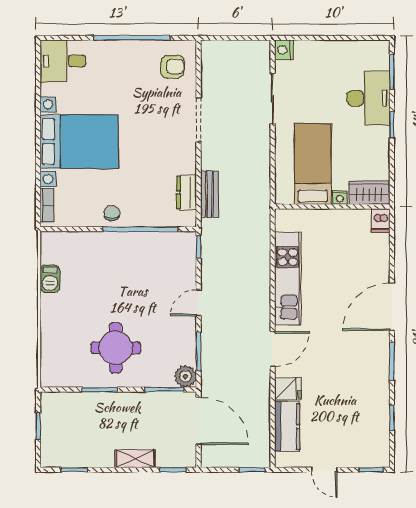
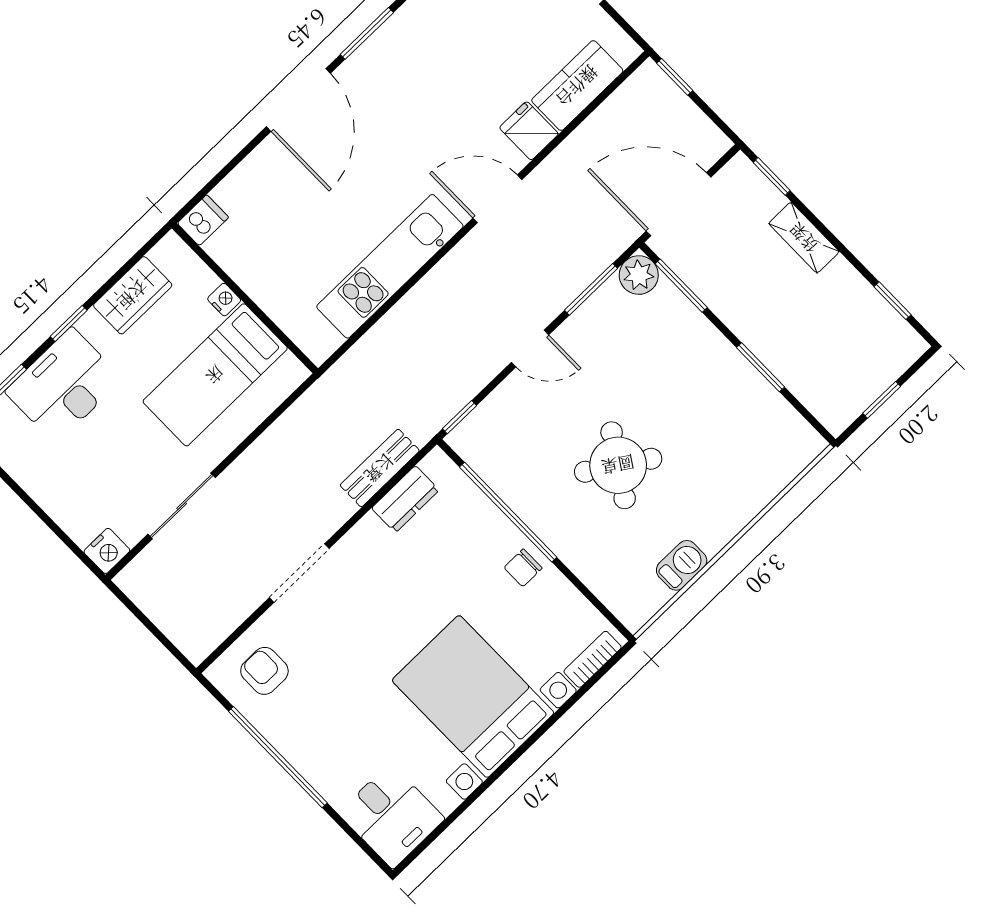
wardrobe: (369, 193) -> (133, 295), moved, turned -90
door: (392, 307) -> (298, 100), hinge flipped
round table: (116, 348) -> (618, 465), moved, turned 33
door: (199, 421) -> (679, 204), hinge flipped

